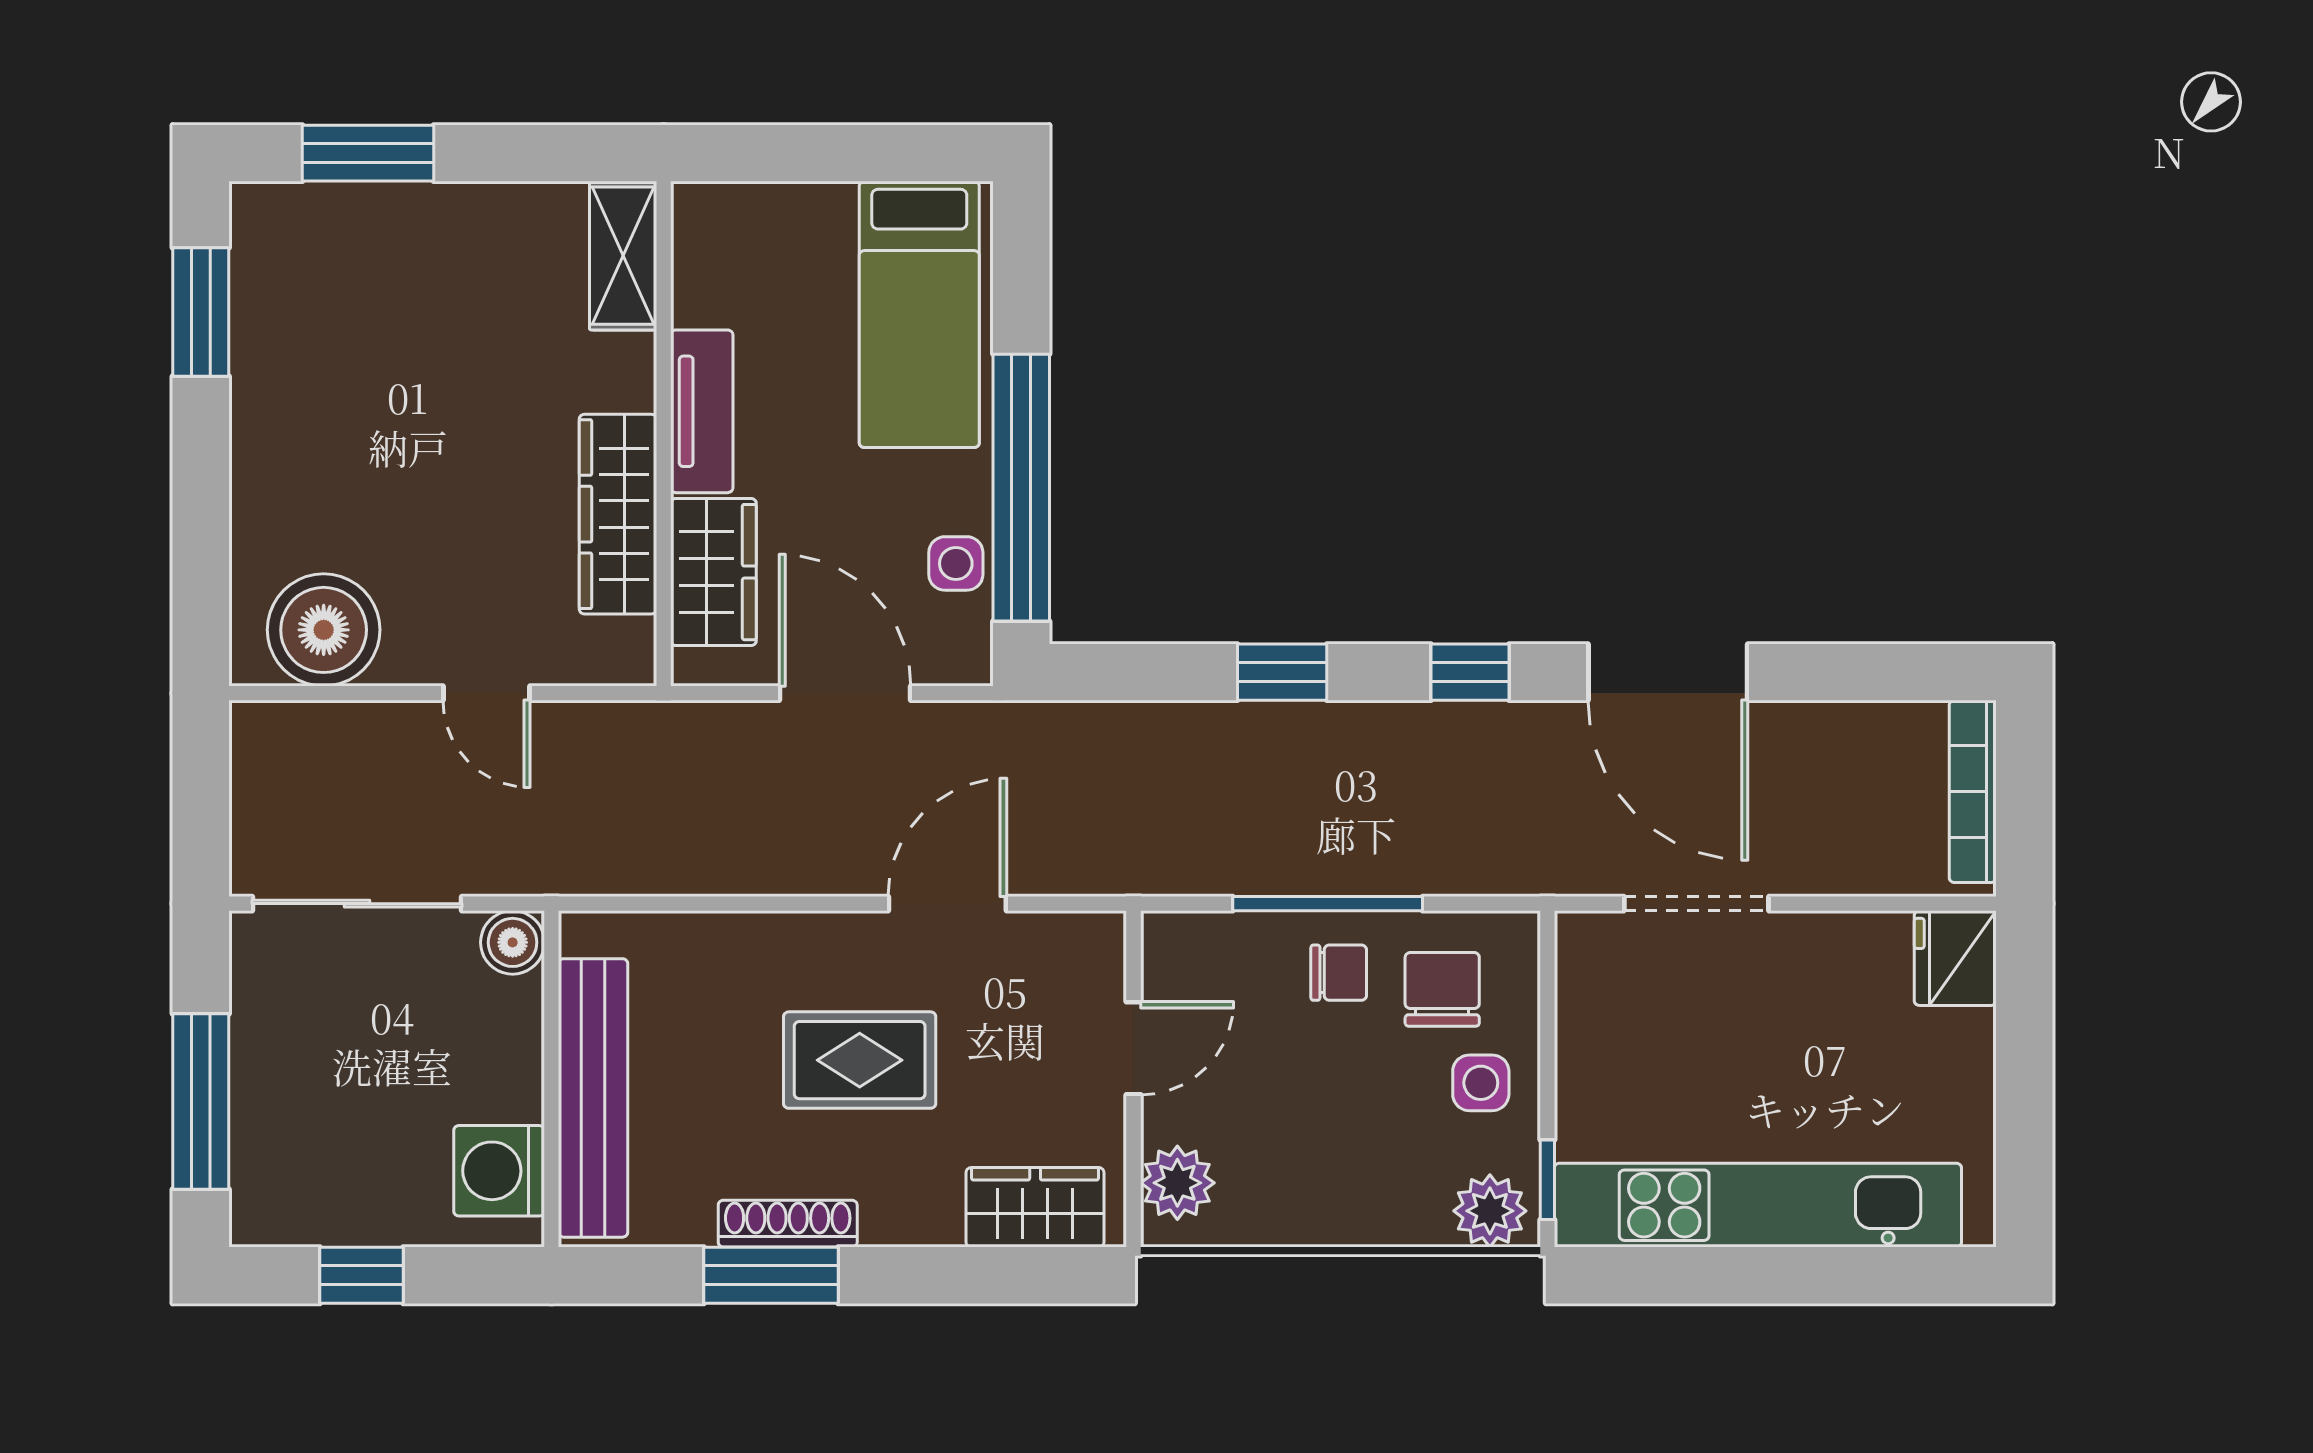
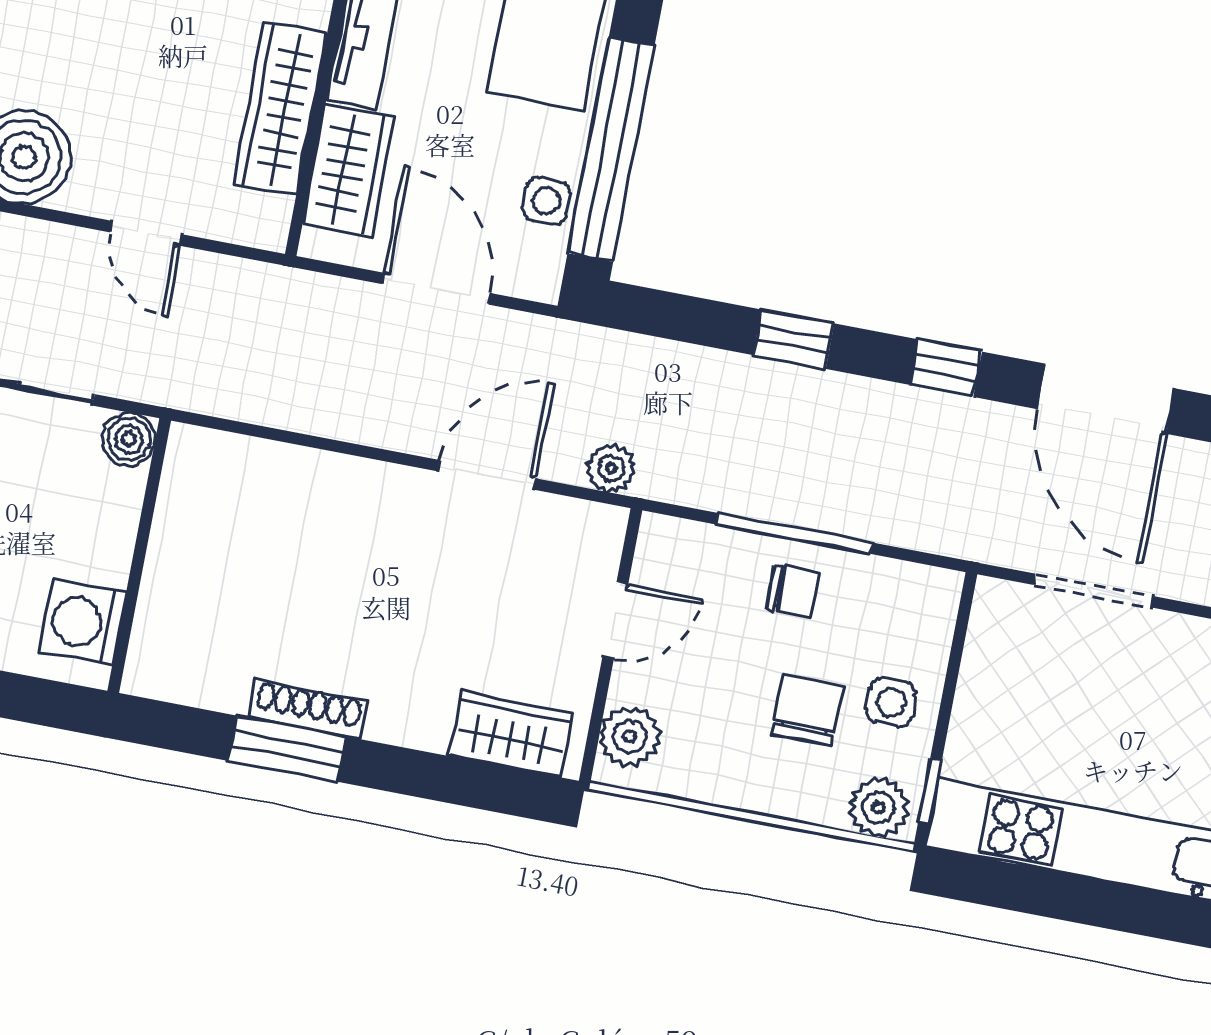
plant: (1094, 867) -> (611, 468), added
chair: (1442, 989) -> (807, 710), moved
rug: (860, 1060) -> (392, 588), removed
bench: (593, 1098) -> (170, 578), removed

